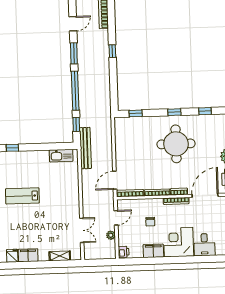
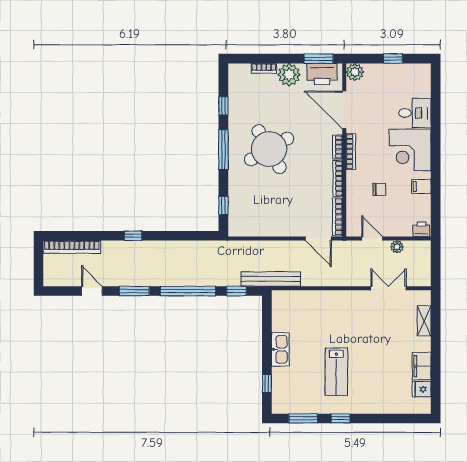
window: (174, 112) -> (223, 150), width x2.17
round table: (176, 144) -> (269, 149), turned -30
kitchen sink: (61, 156) -> (280, 349), moved
filing cabinet: (153, 251) -> (421, 186), width x0.50

